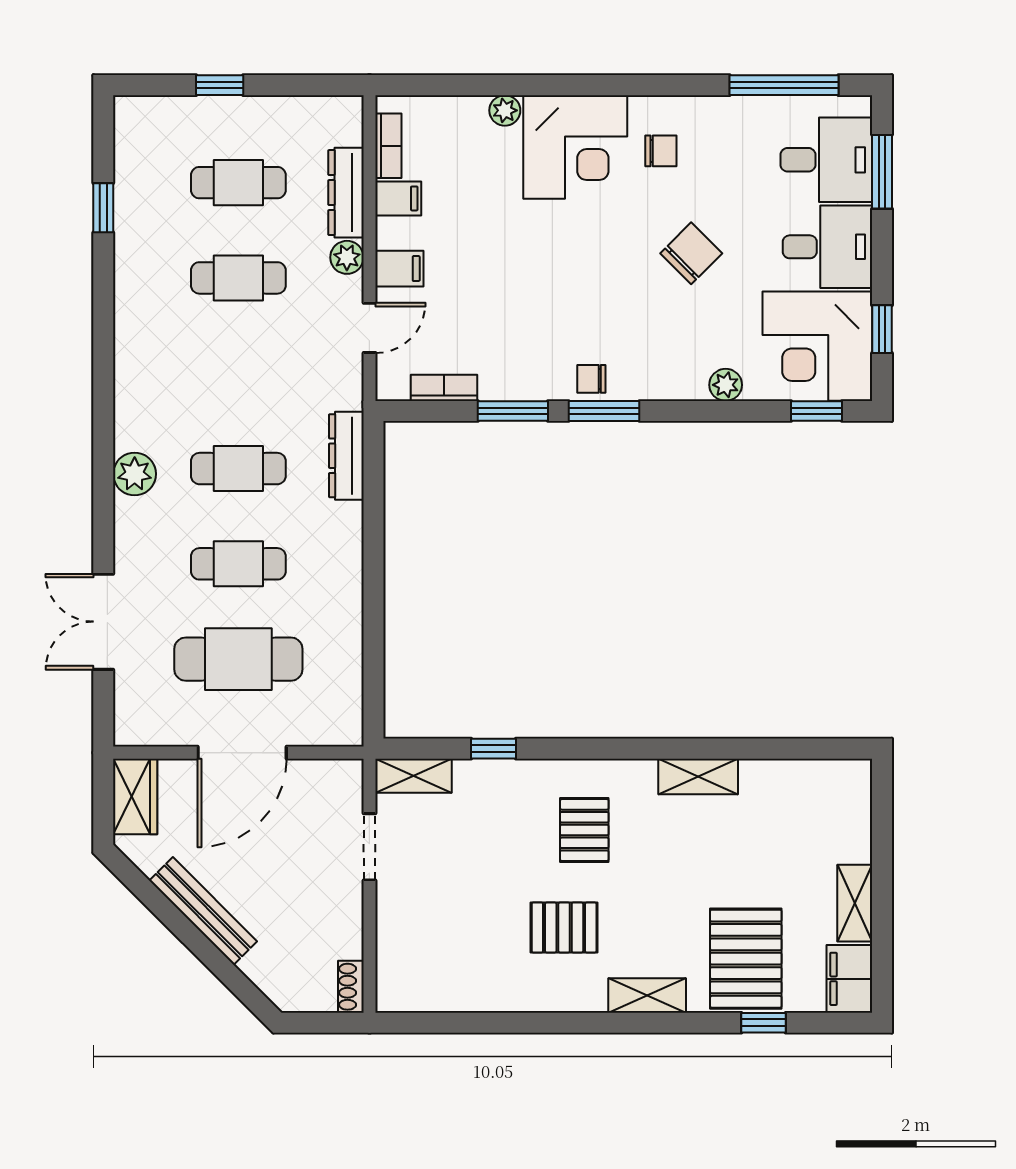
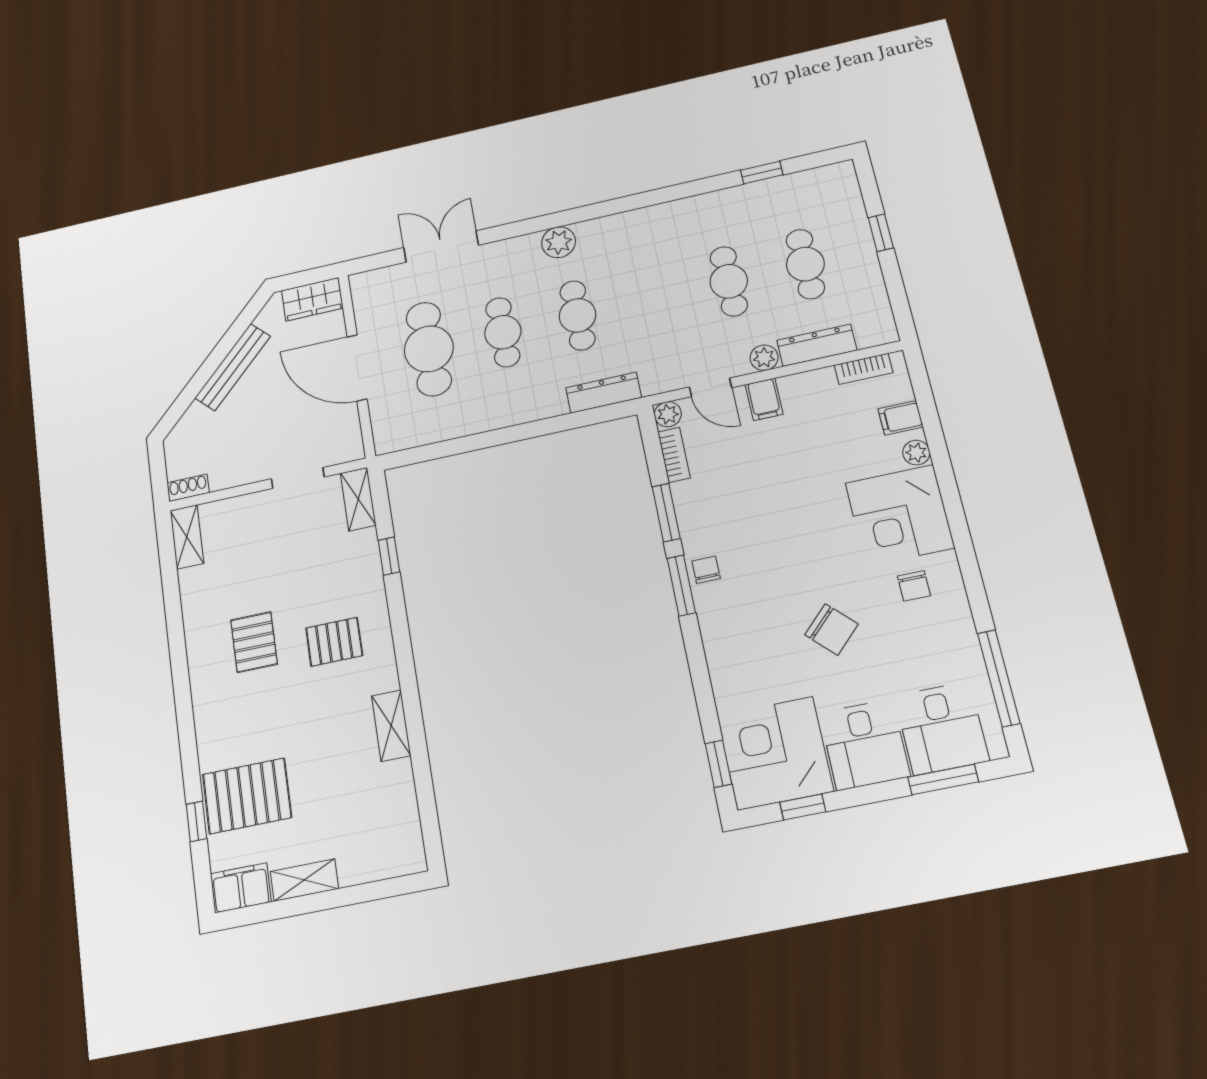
filing cabinet: (398, 198) -> (901, 418), moved, turned 90
plant: (726, 385) -> (668, 414), moved
shelving: (647, 995) -> (187, 537), moved

